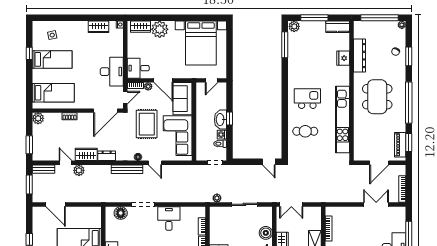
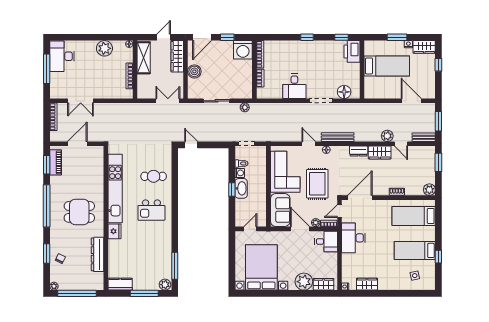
fridge: (343, 58) -> (114, 231), moved
dining table: (377, 97) -> (79, 212), width x0.73

